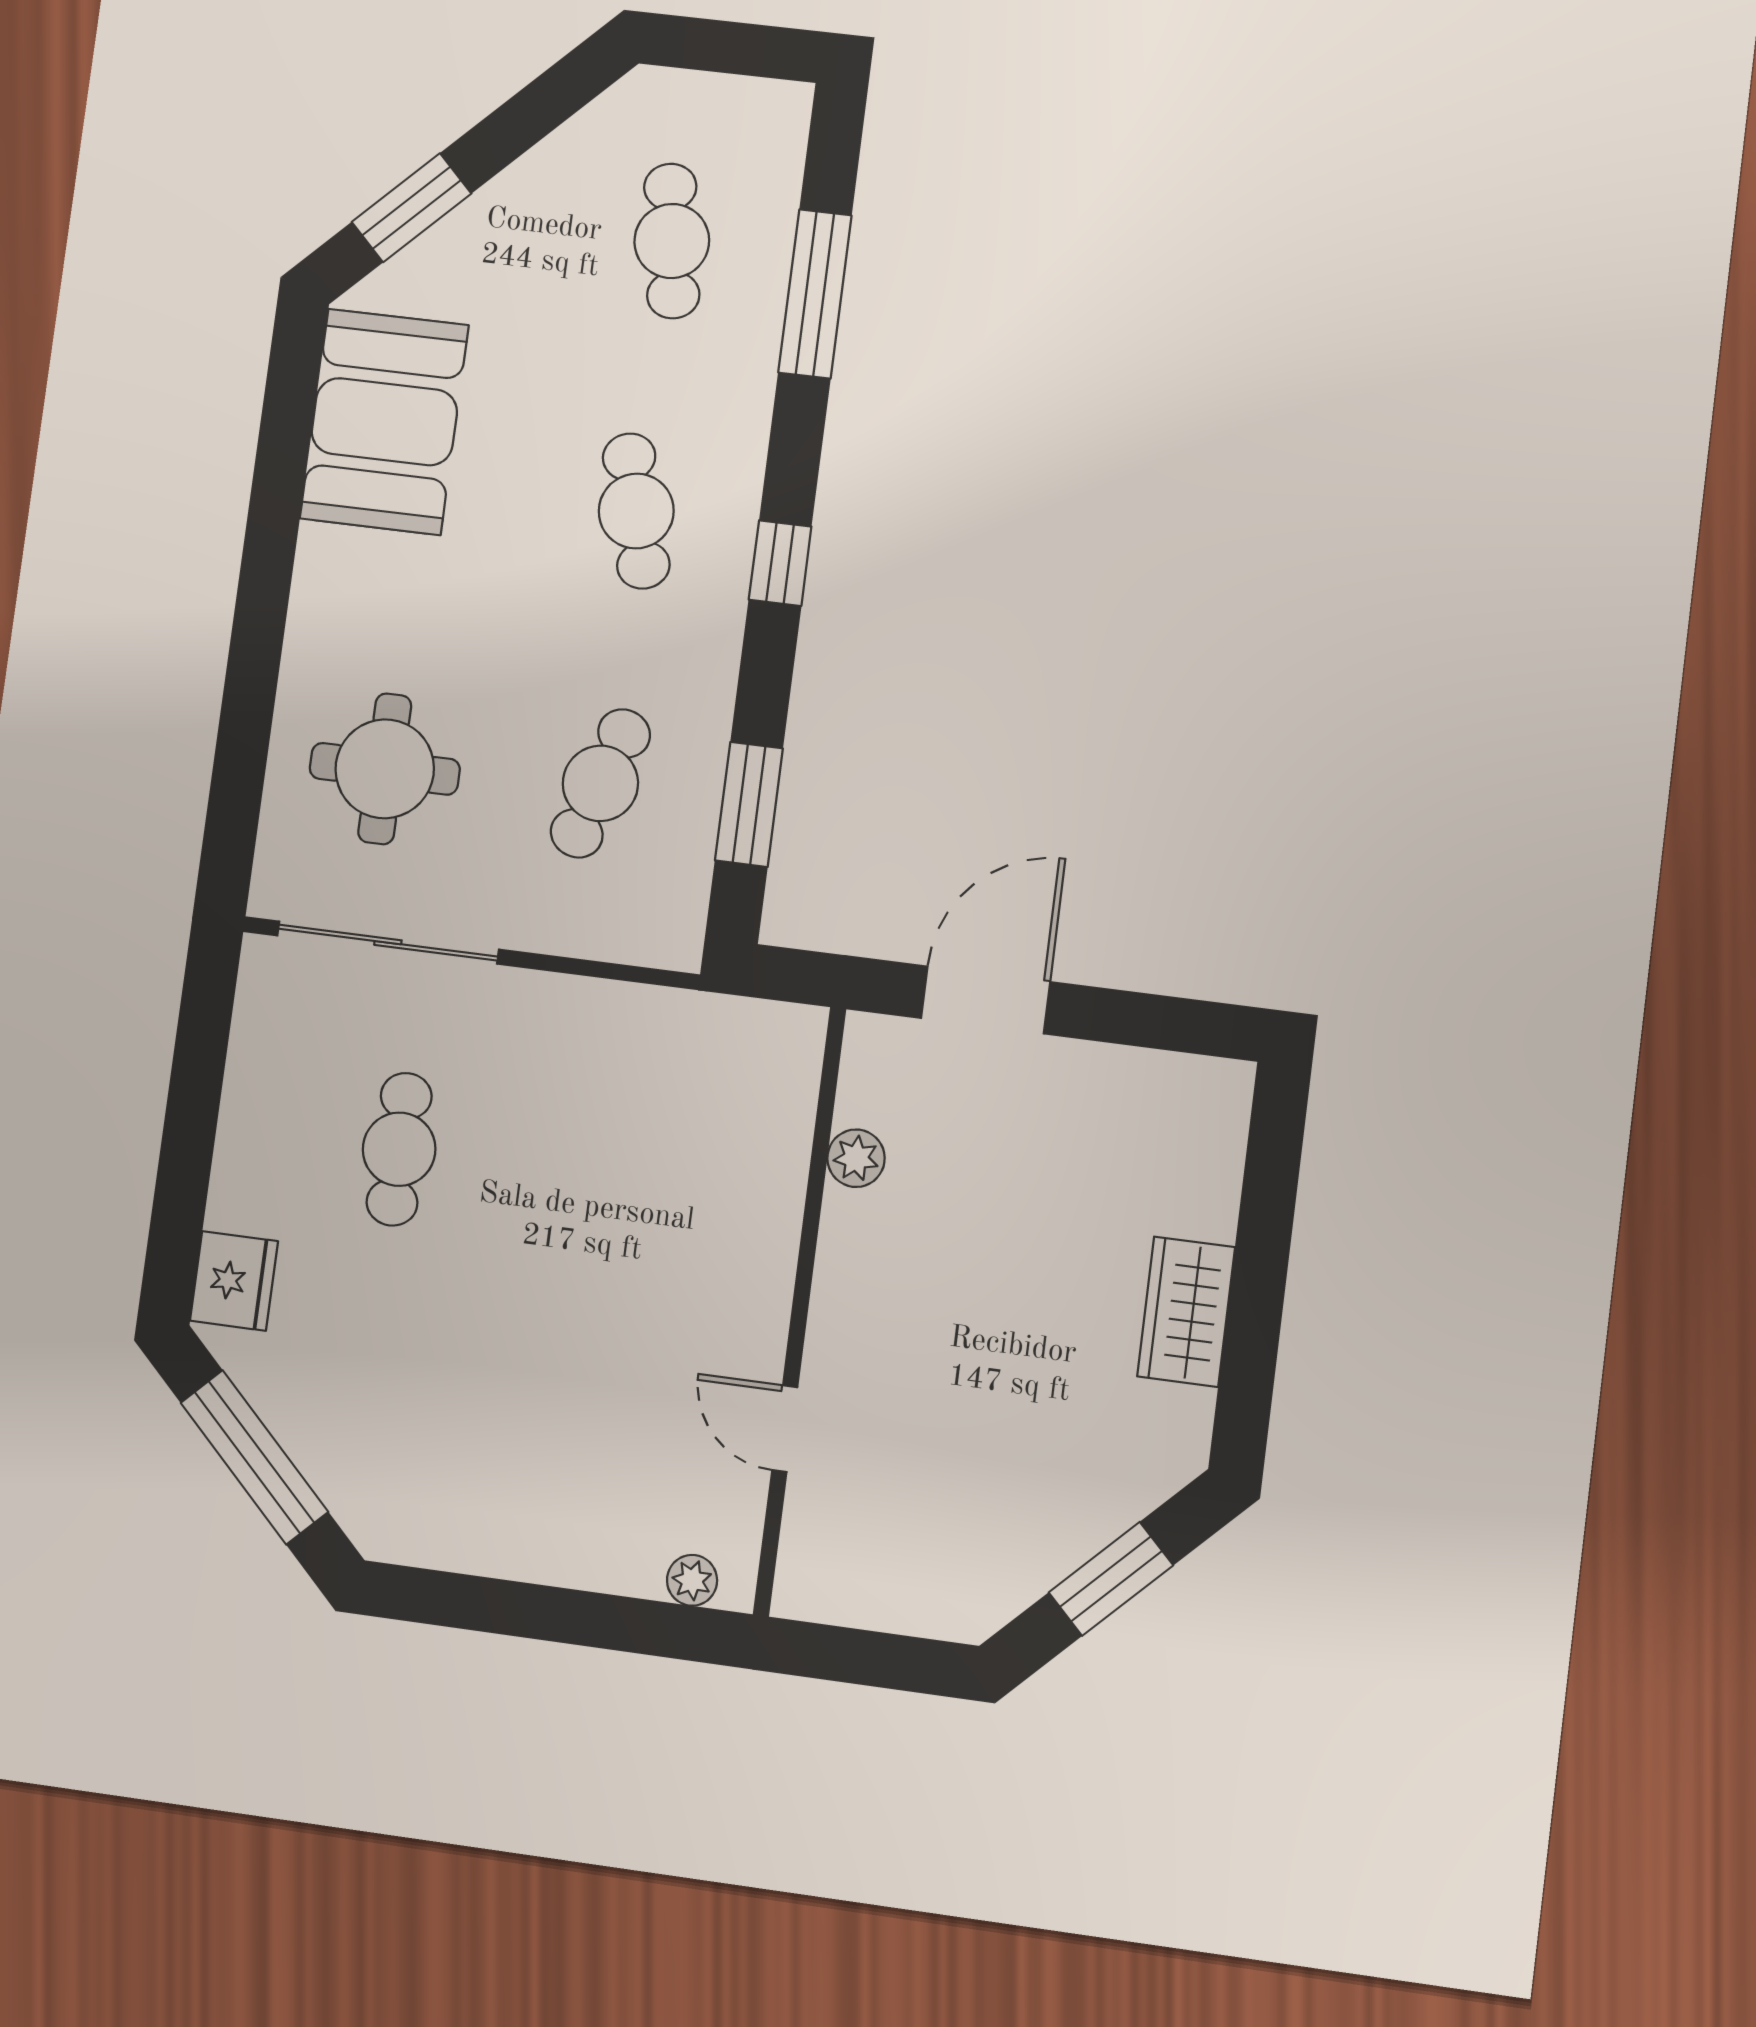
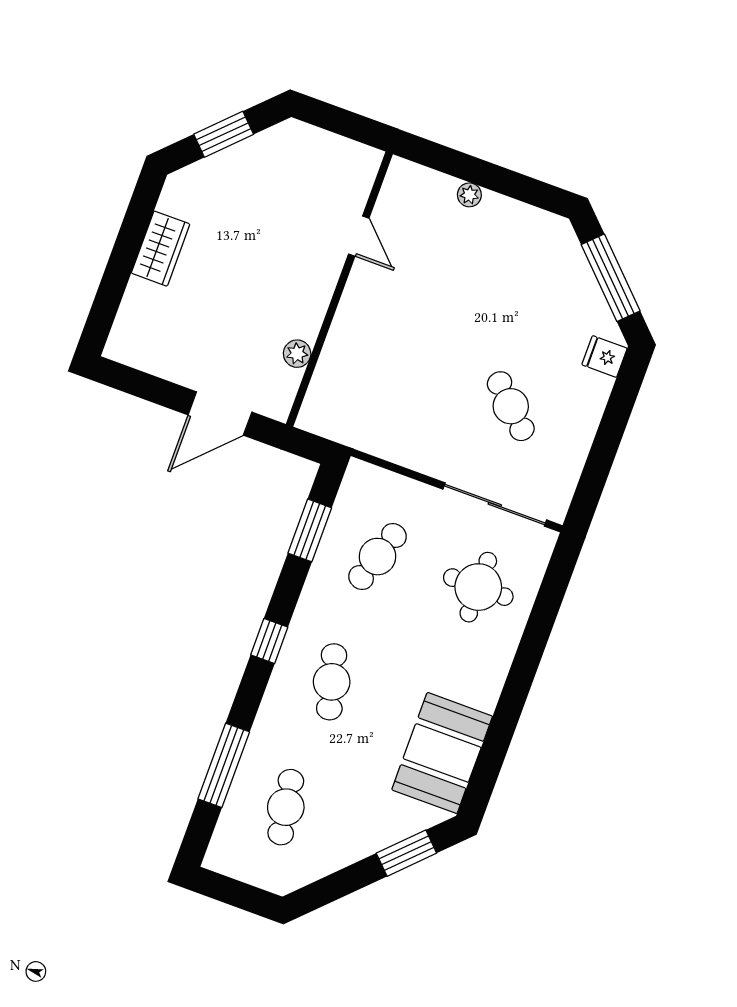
cafe table: (399, 1149) -> (511, 406), turned -46
fridge: (234, 1281) -> (605, 356), width x0.72
plant: (692, 1580) -> (469, 195), moved

